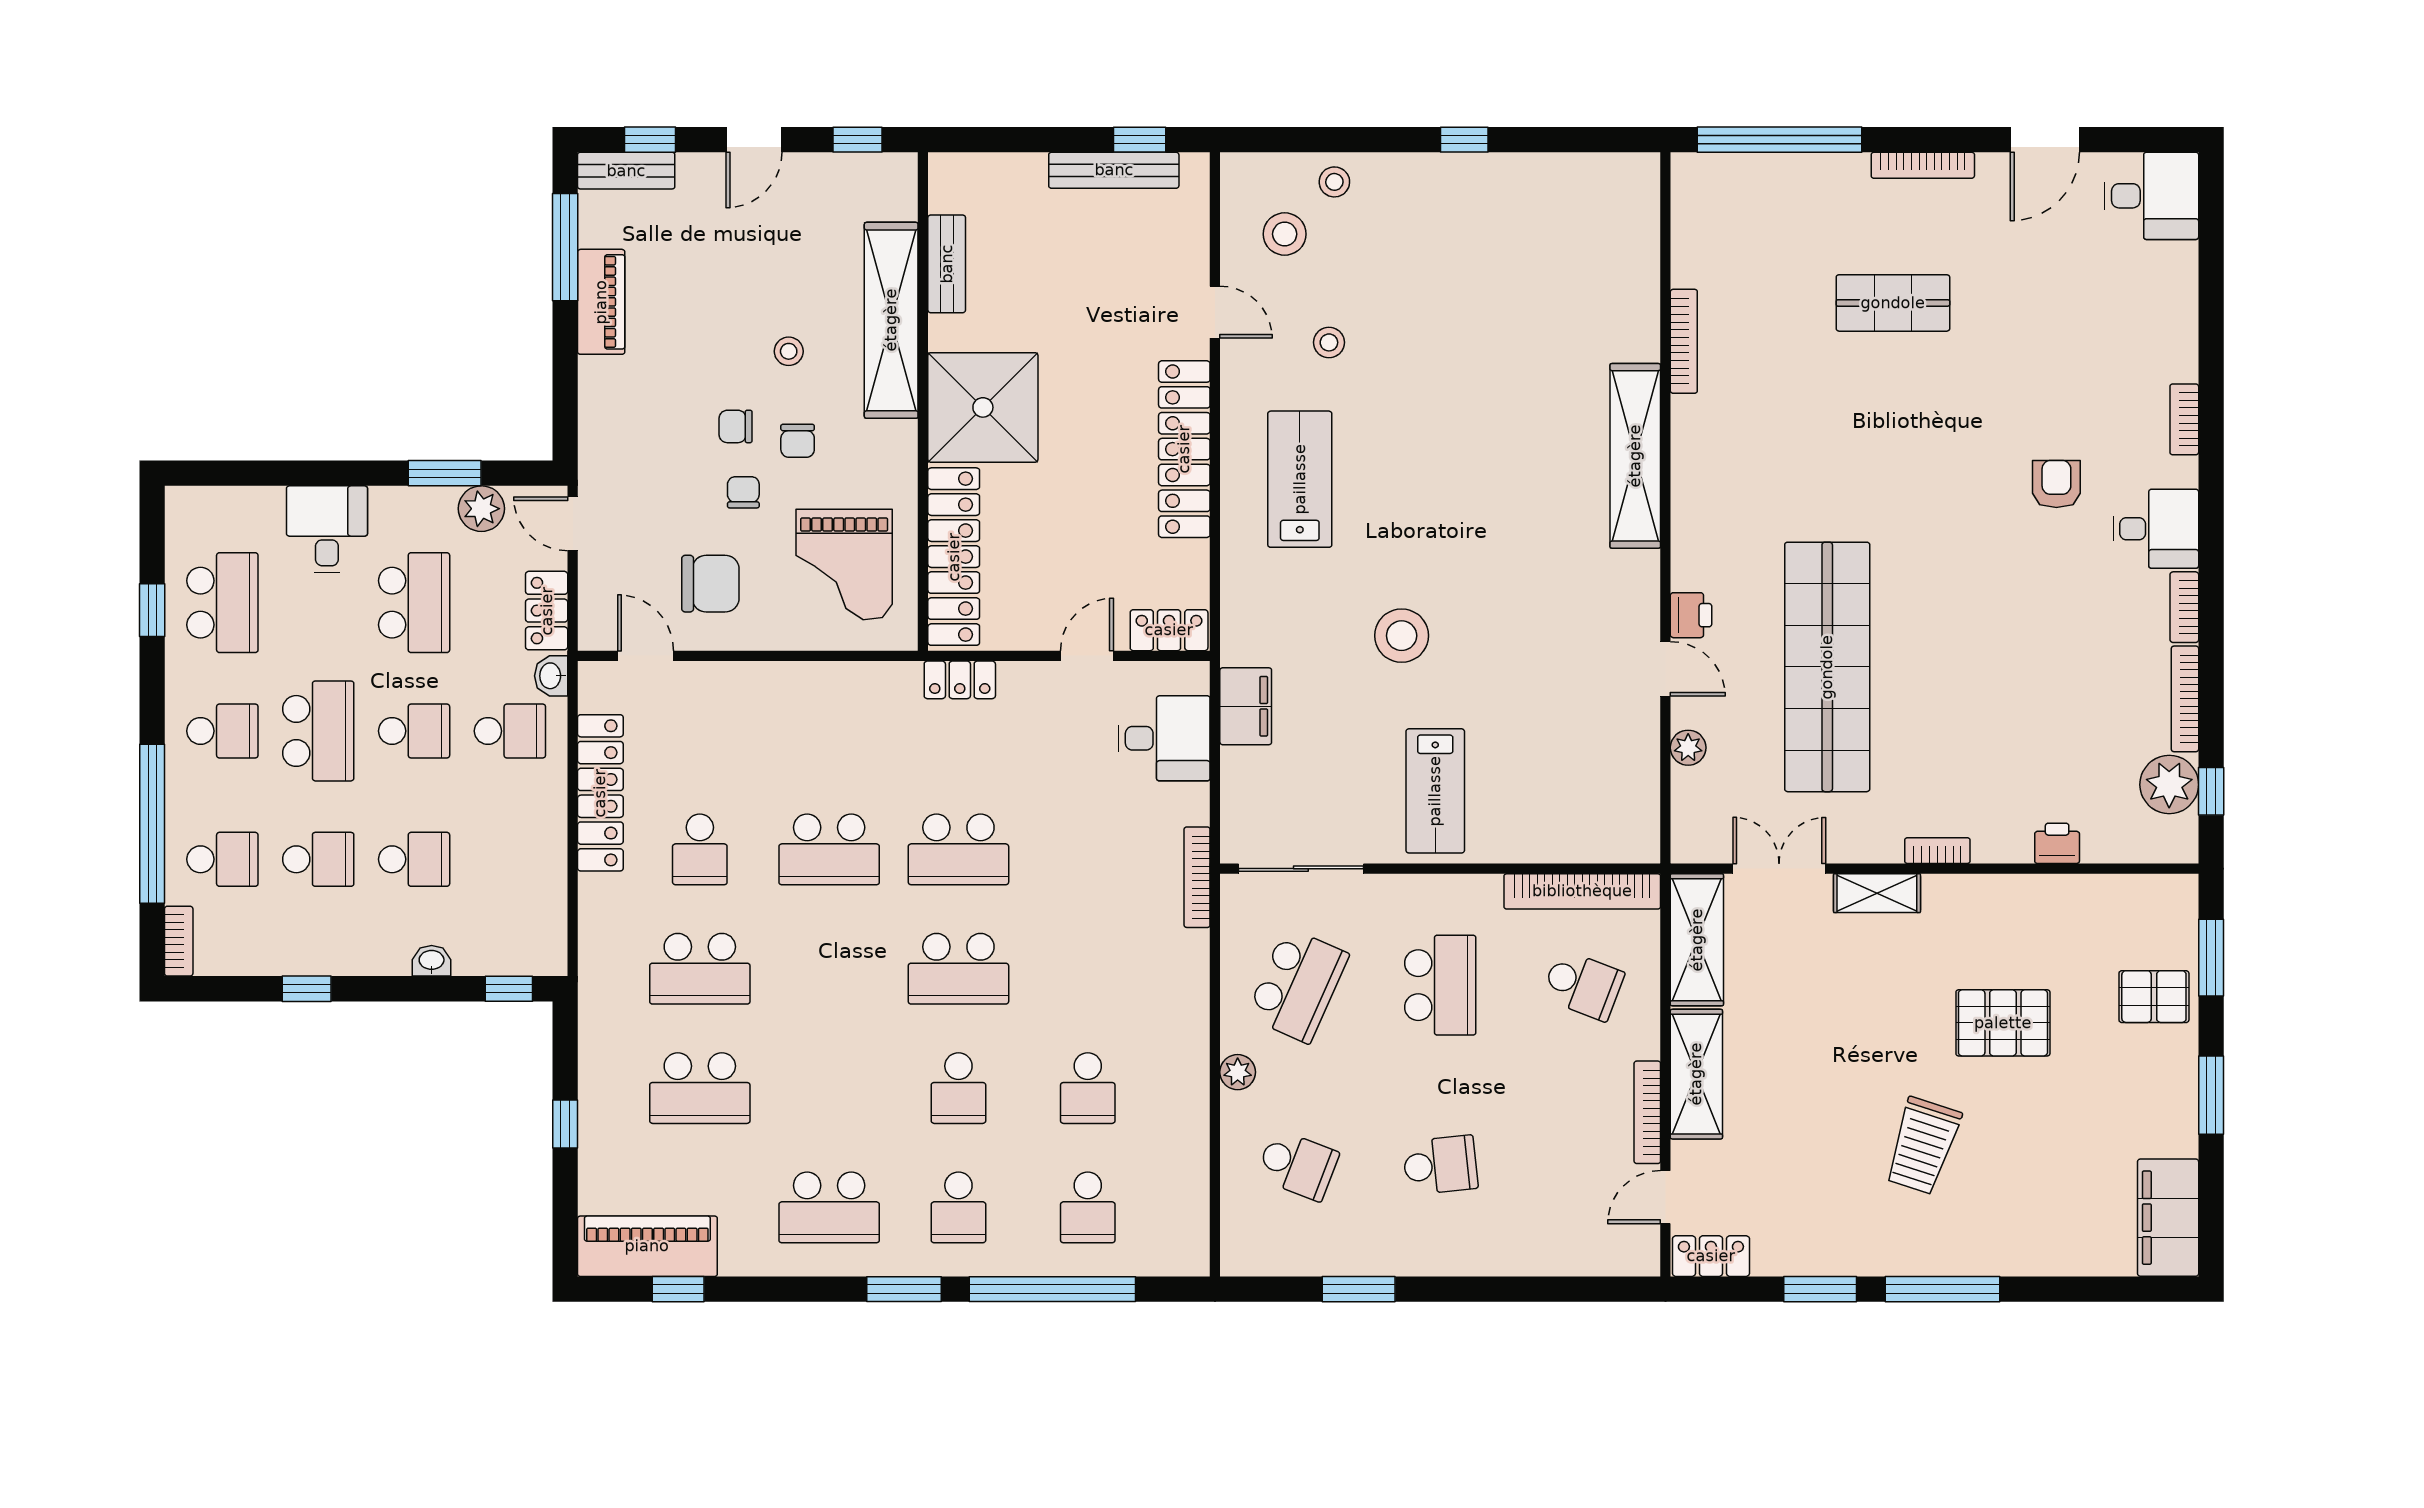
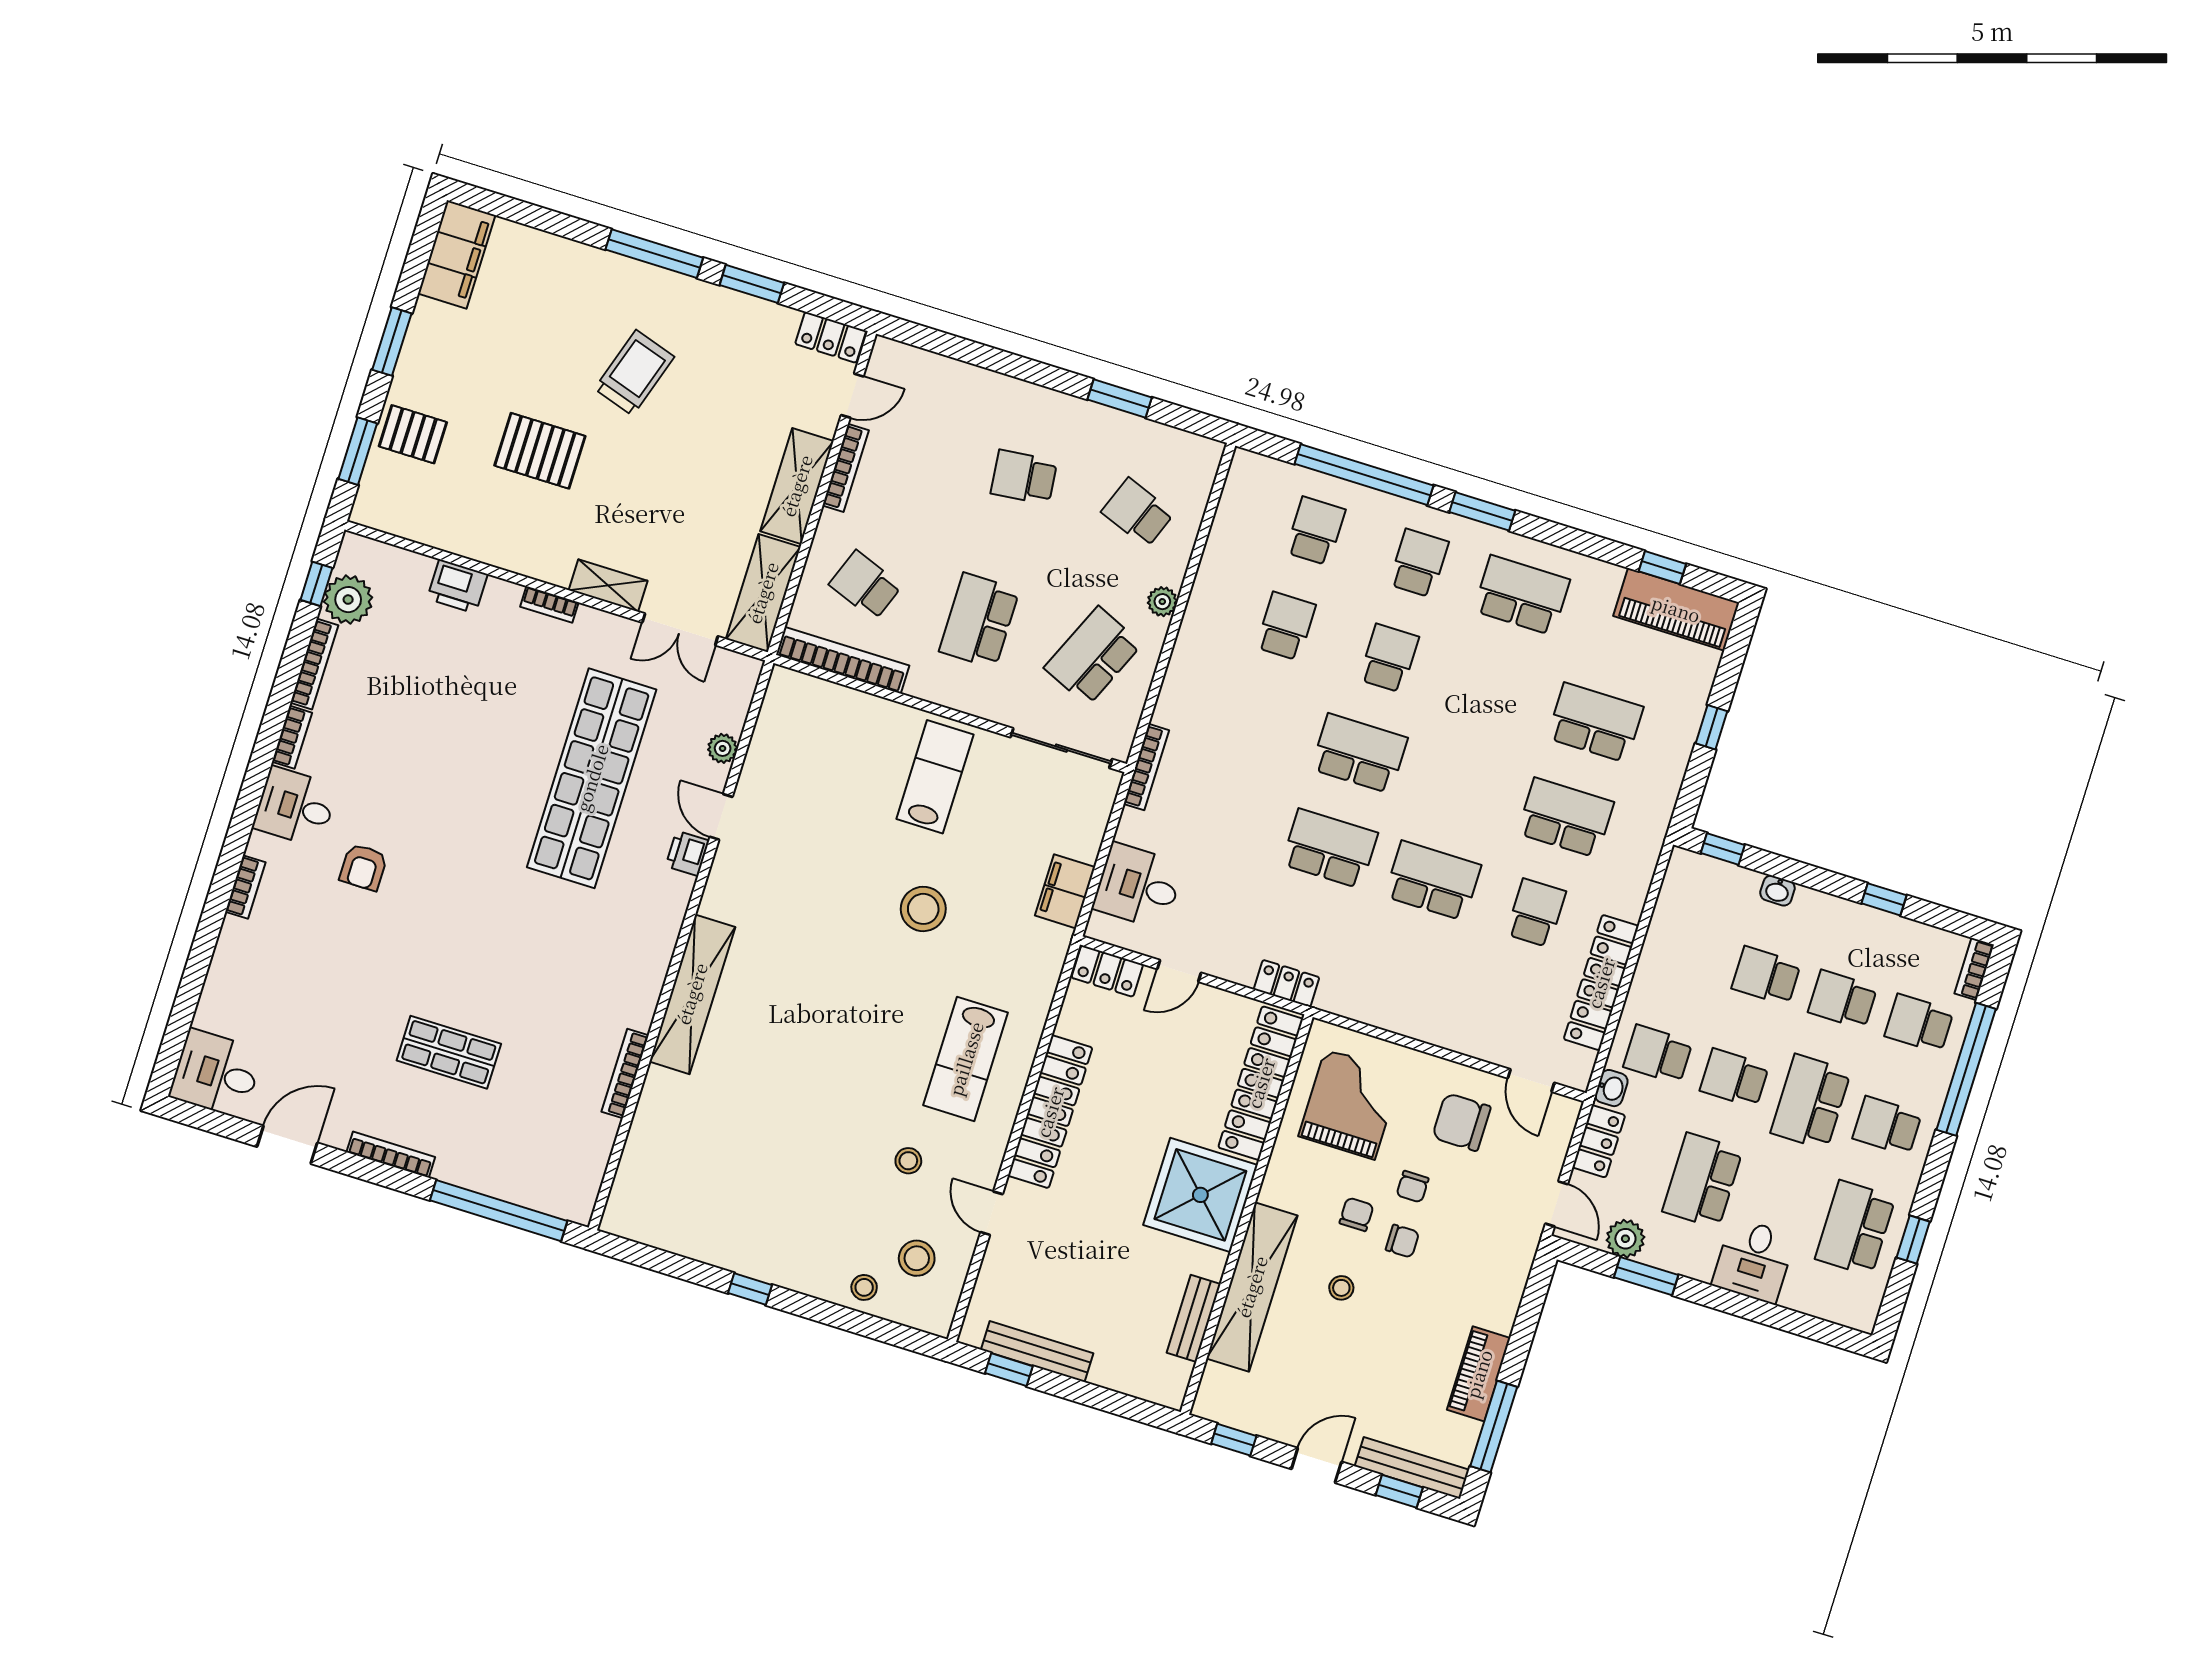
bench: (626, 171) -> (1412, 1468), width x1.36
printer: (2057, 843) -> (457, 586), width x1.36, depth x1.24

